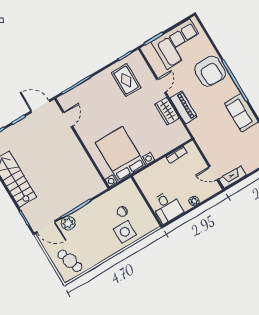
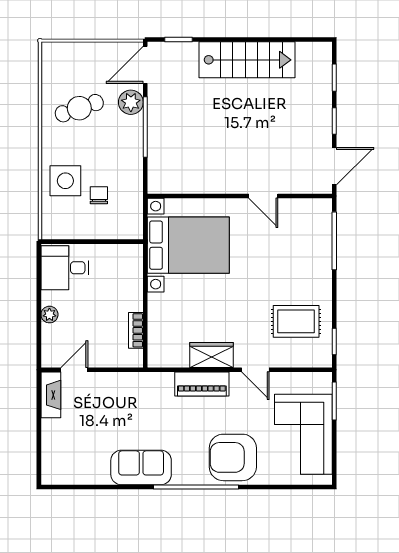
door: (68, 119) -> (263, 196), moved
cafe table: (70, 261) -> (79, 108), moved

